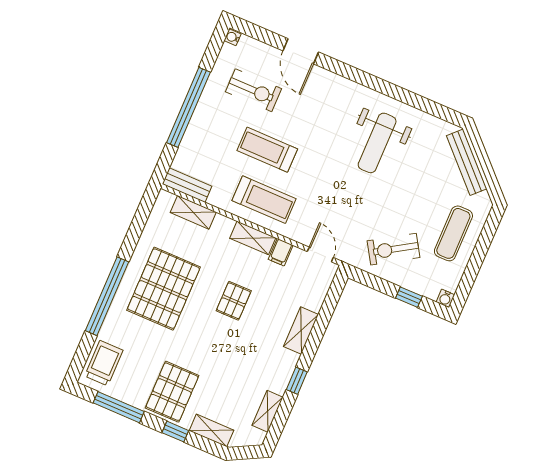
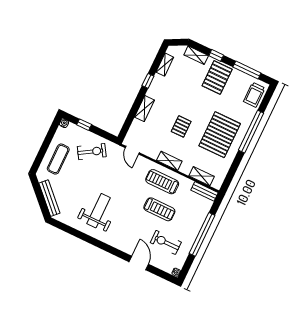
filing cabinet: (281, 252) -> (154, 152), removed

